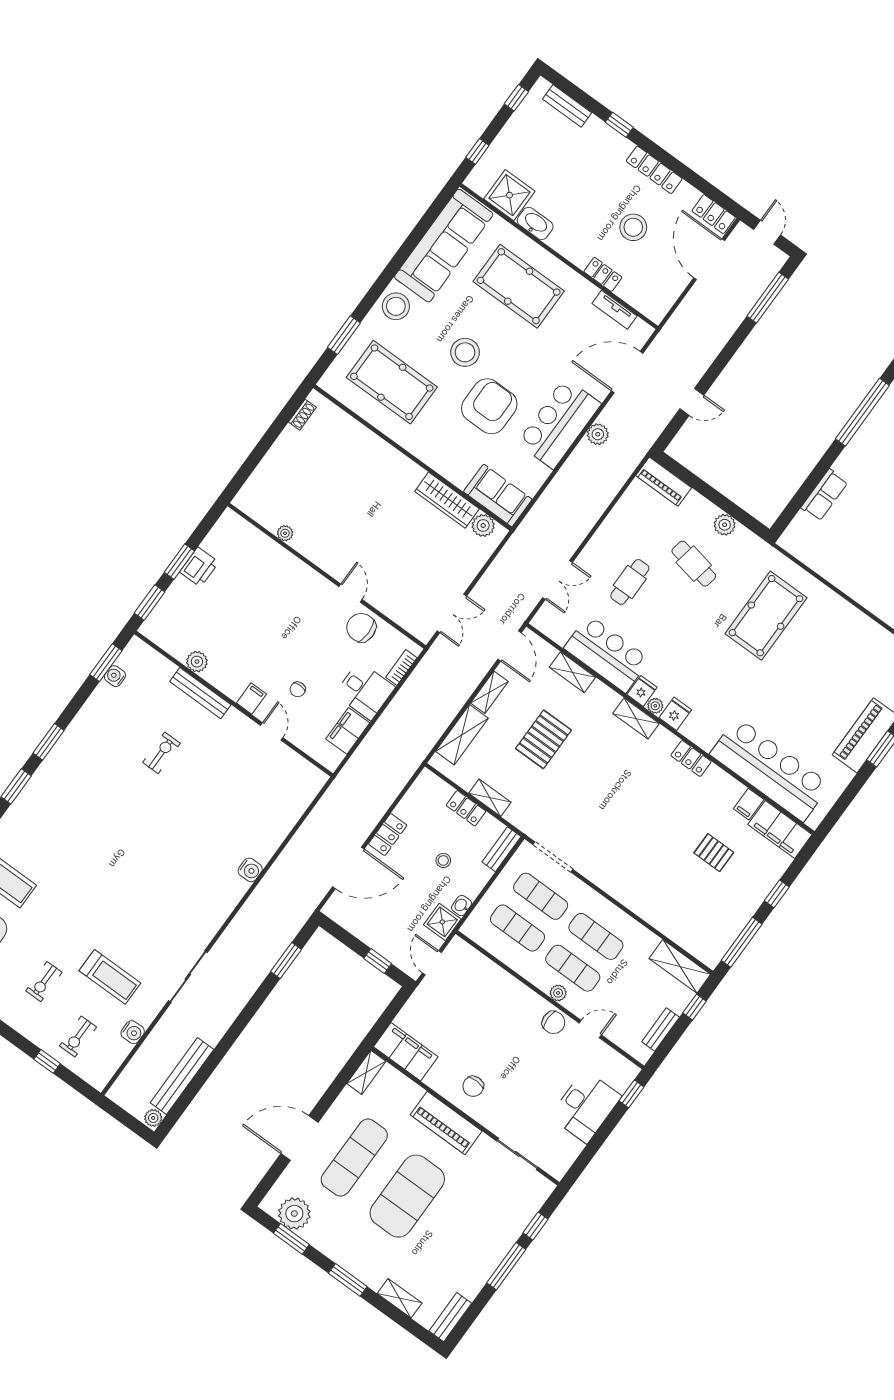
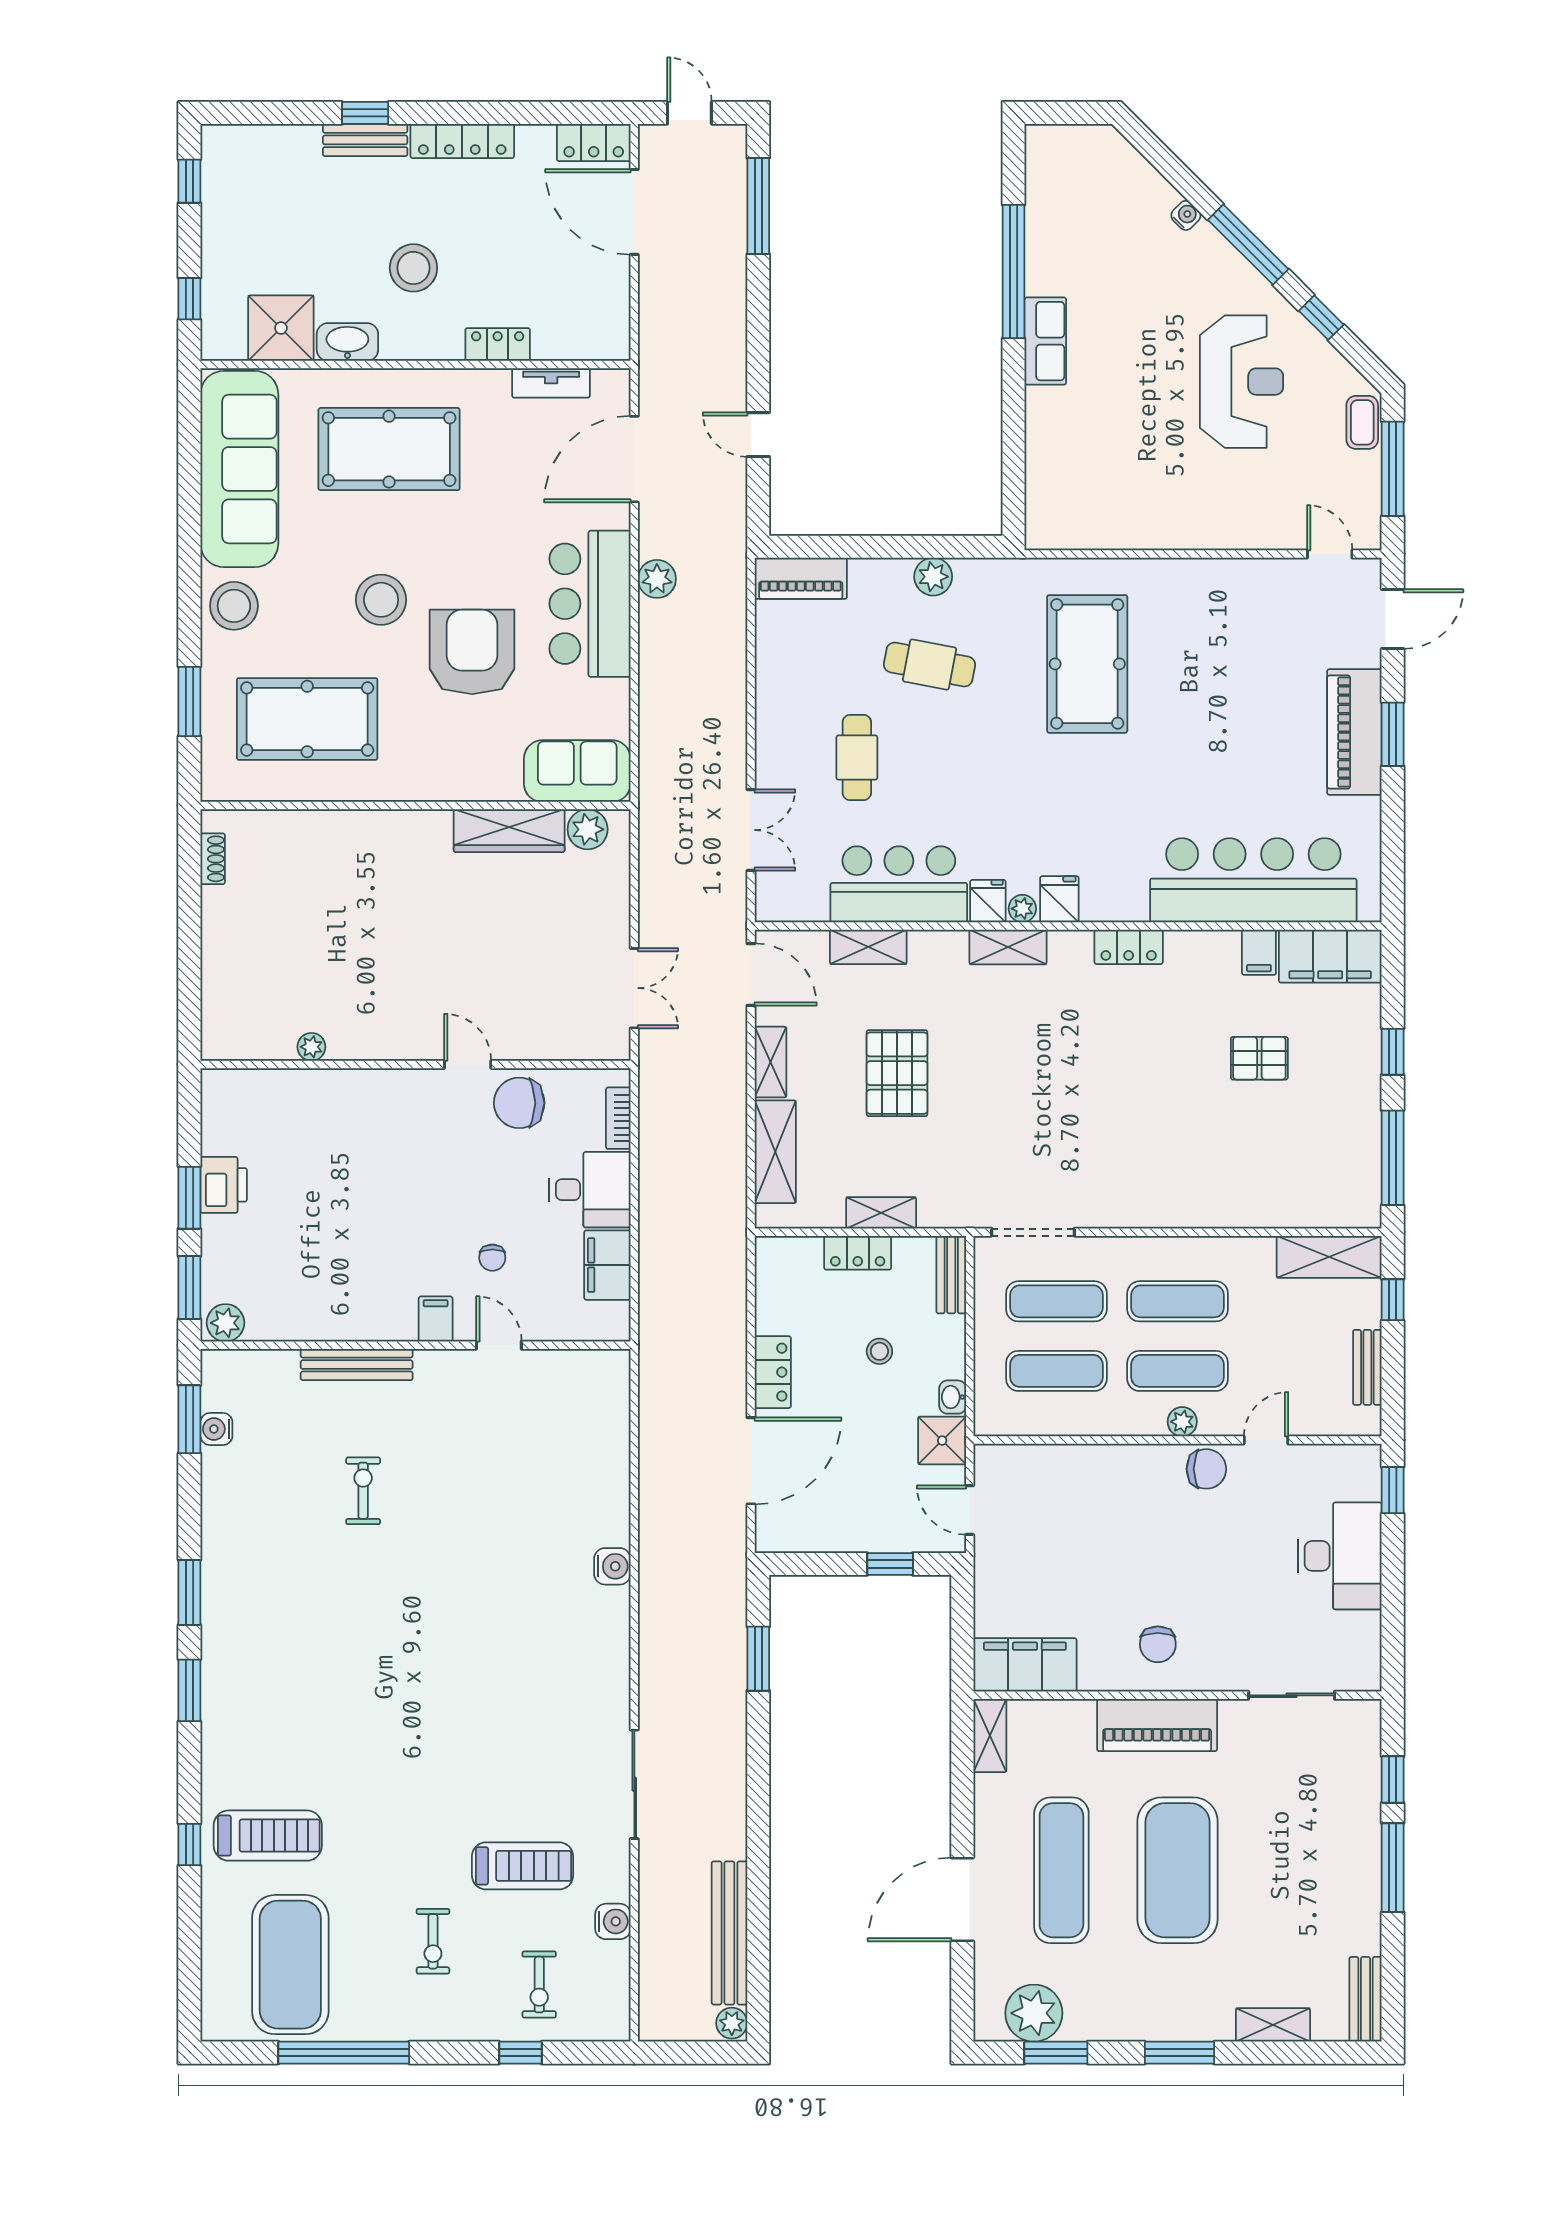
bench: (567, 106) -> (365, 140), moved
stool: (633, 227) -> (413, 268), moved
door: (692, 402) -> (758, 435), swing flipped
row of seats: (824, 495) -> (1045, 341), moved
plant: (197, 662) -> (226, 1323), moved

